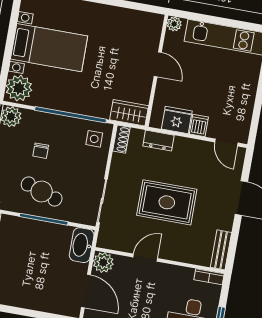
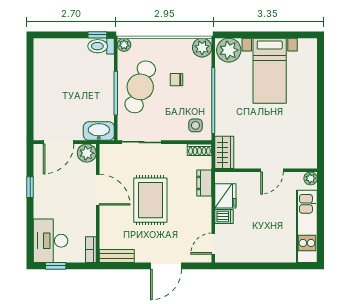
cafe table: (42, 192) -> (140, 87), width x1.37, depth x1.35
door: (145, 258) -> (98, 190), width x1.37

